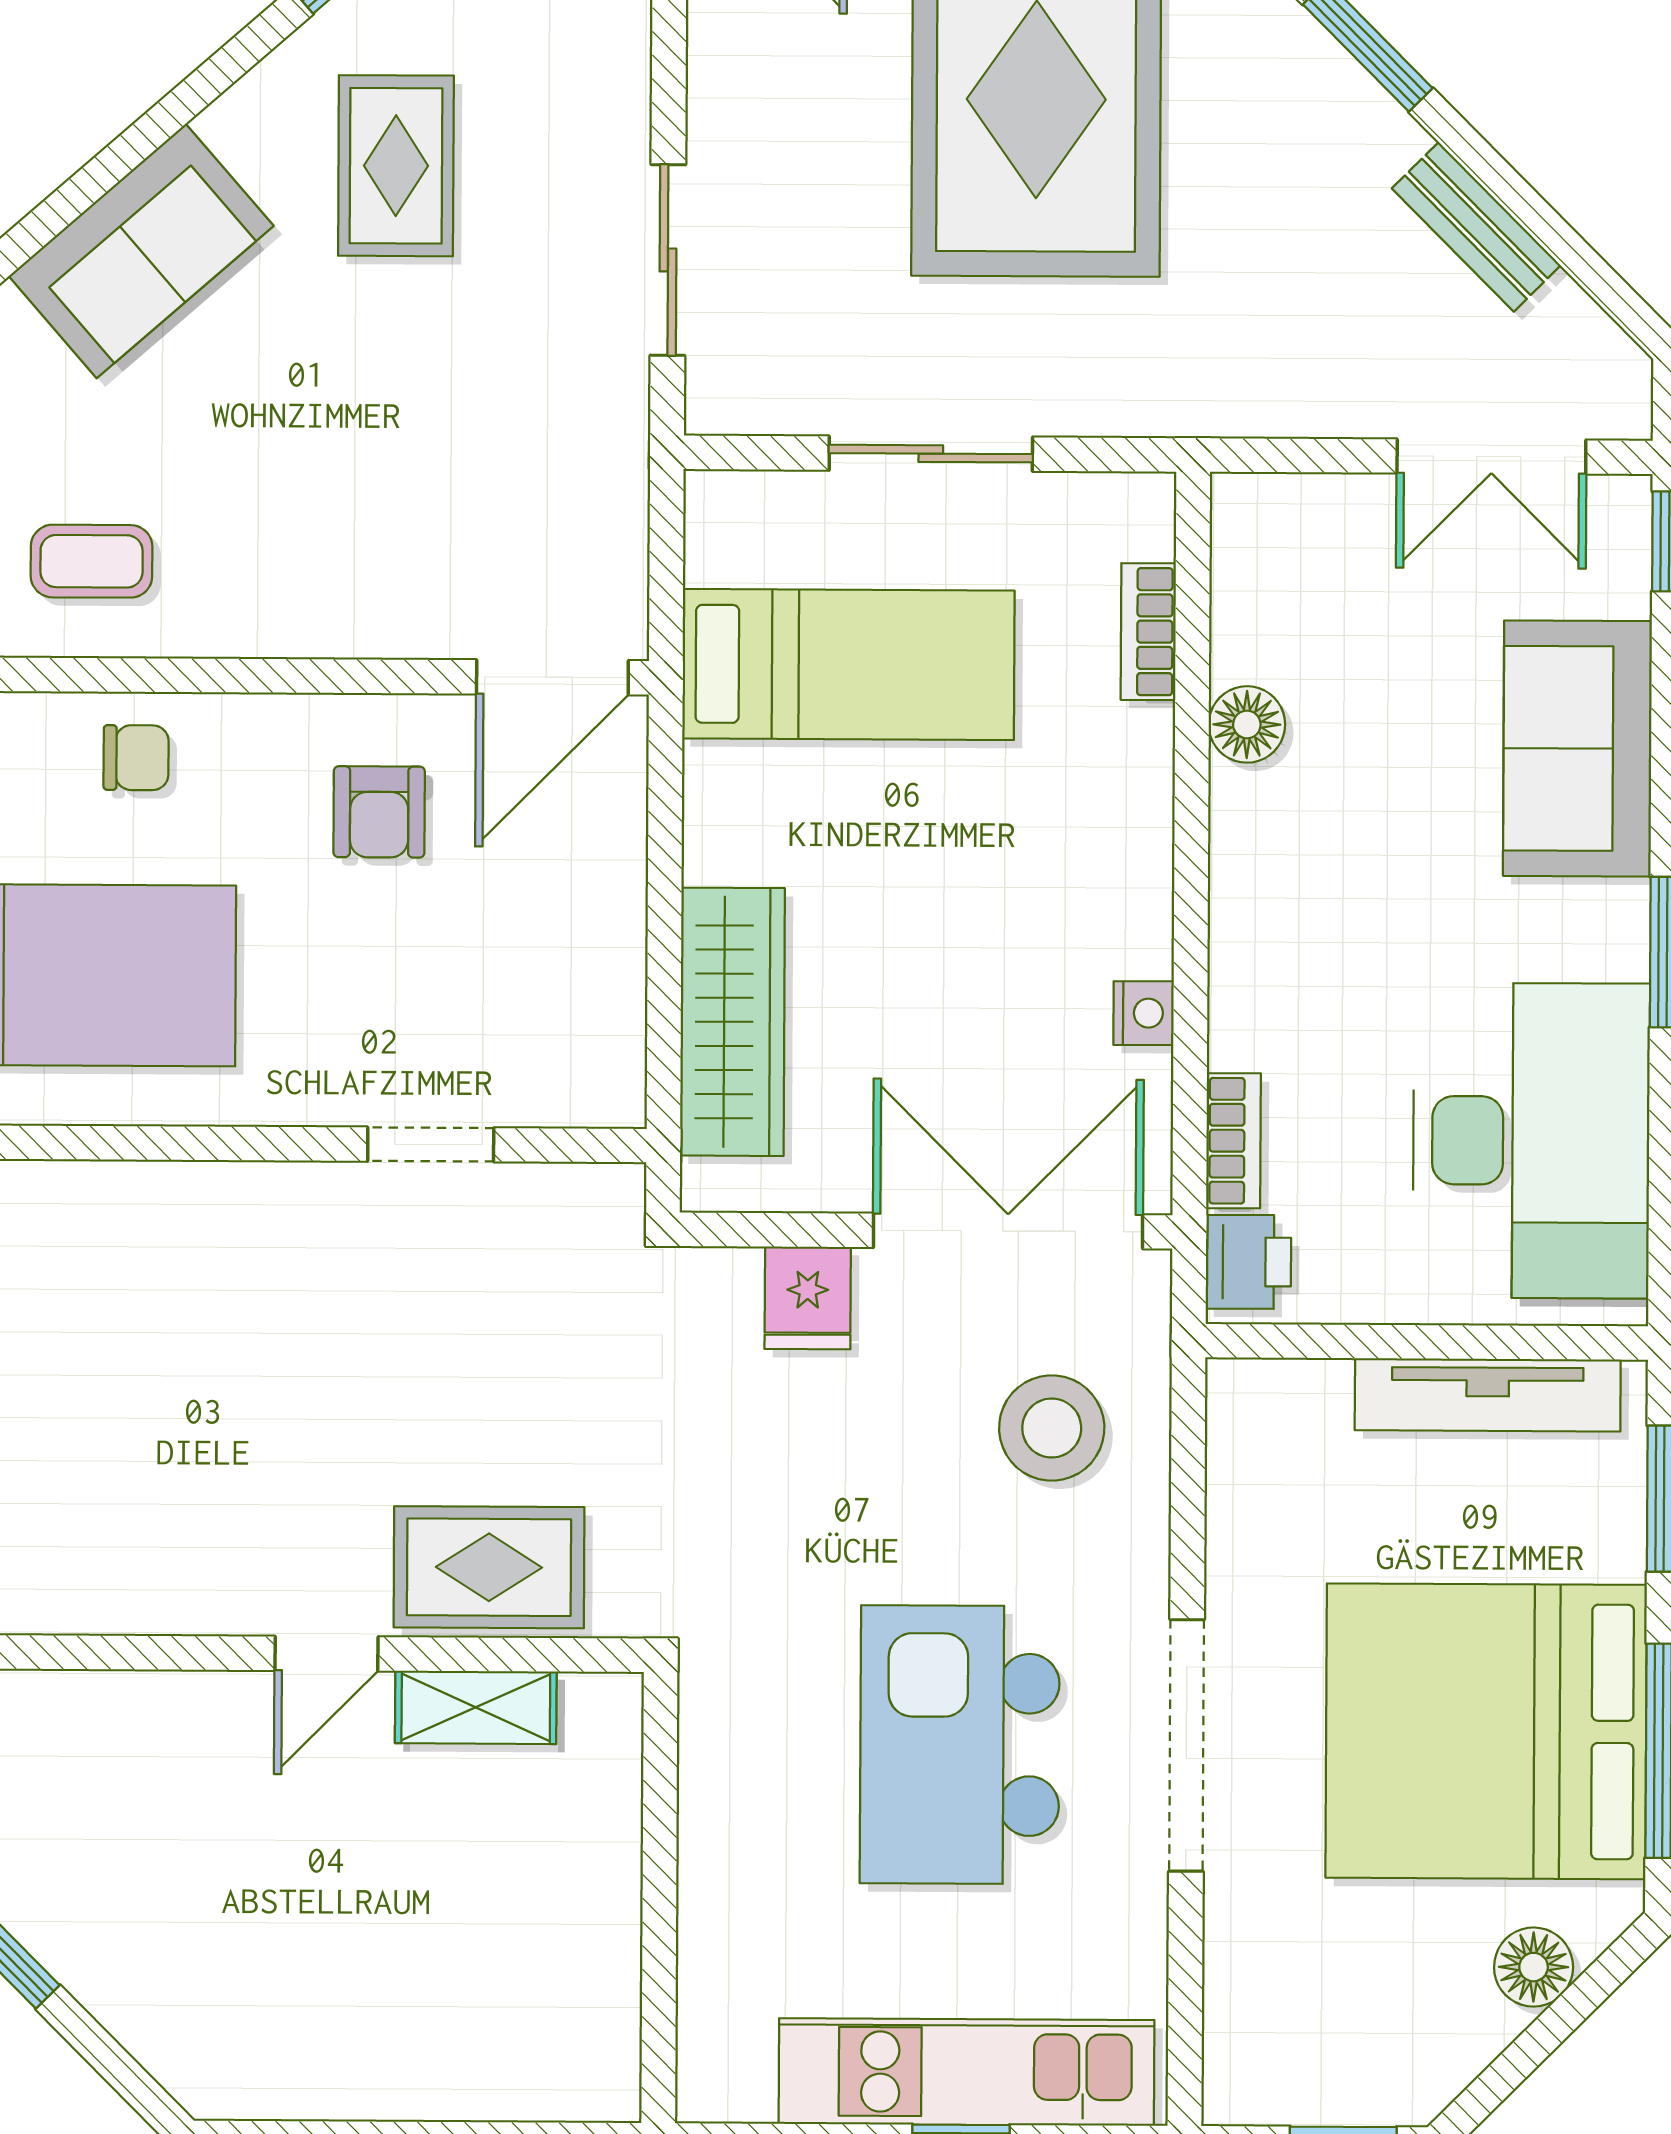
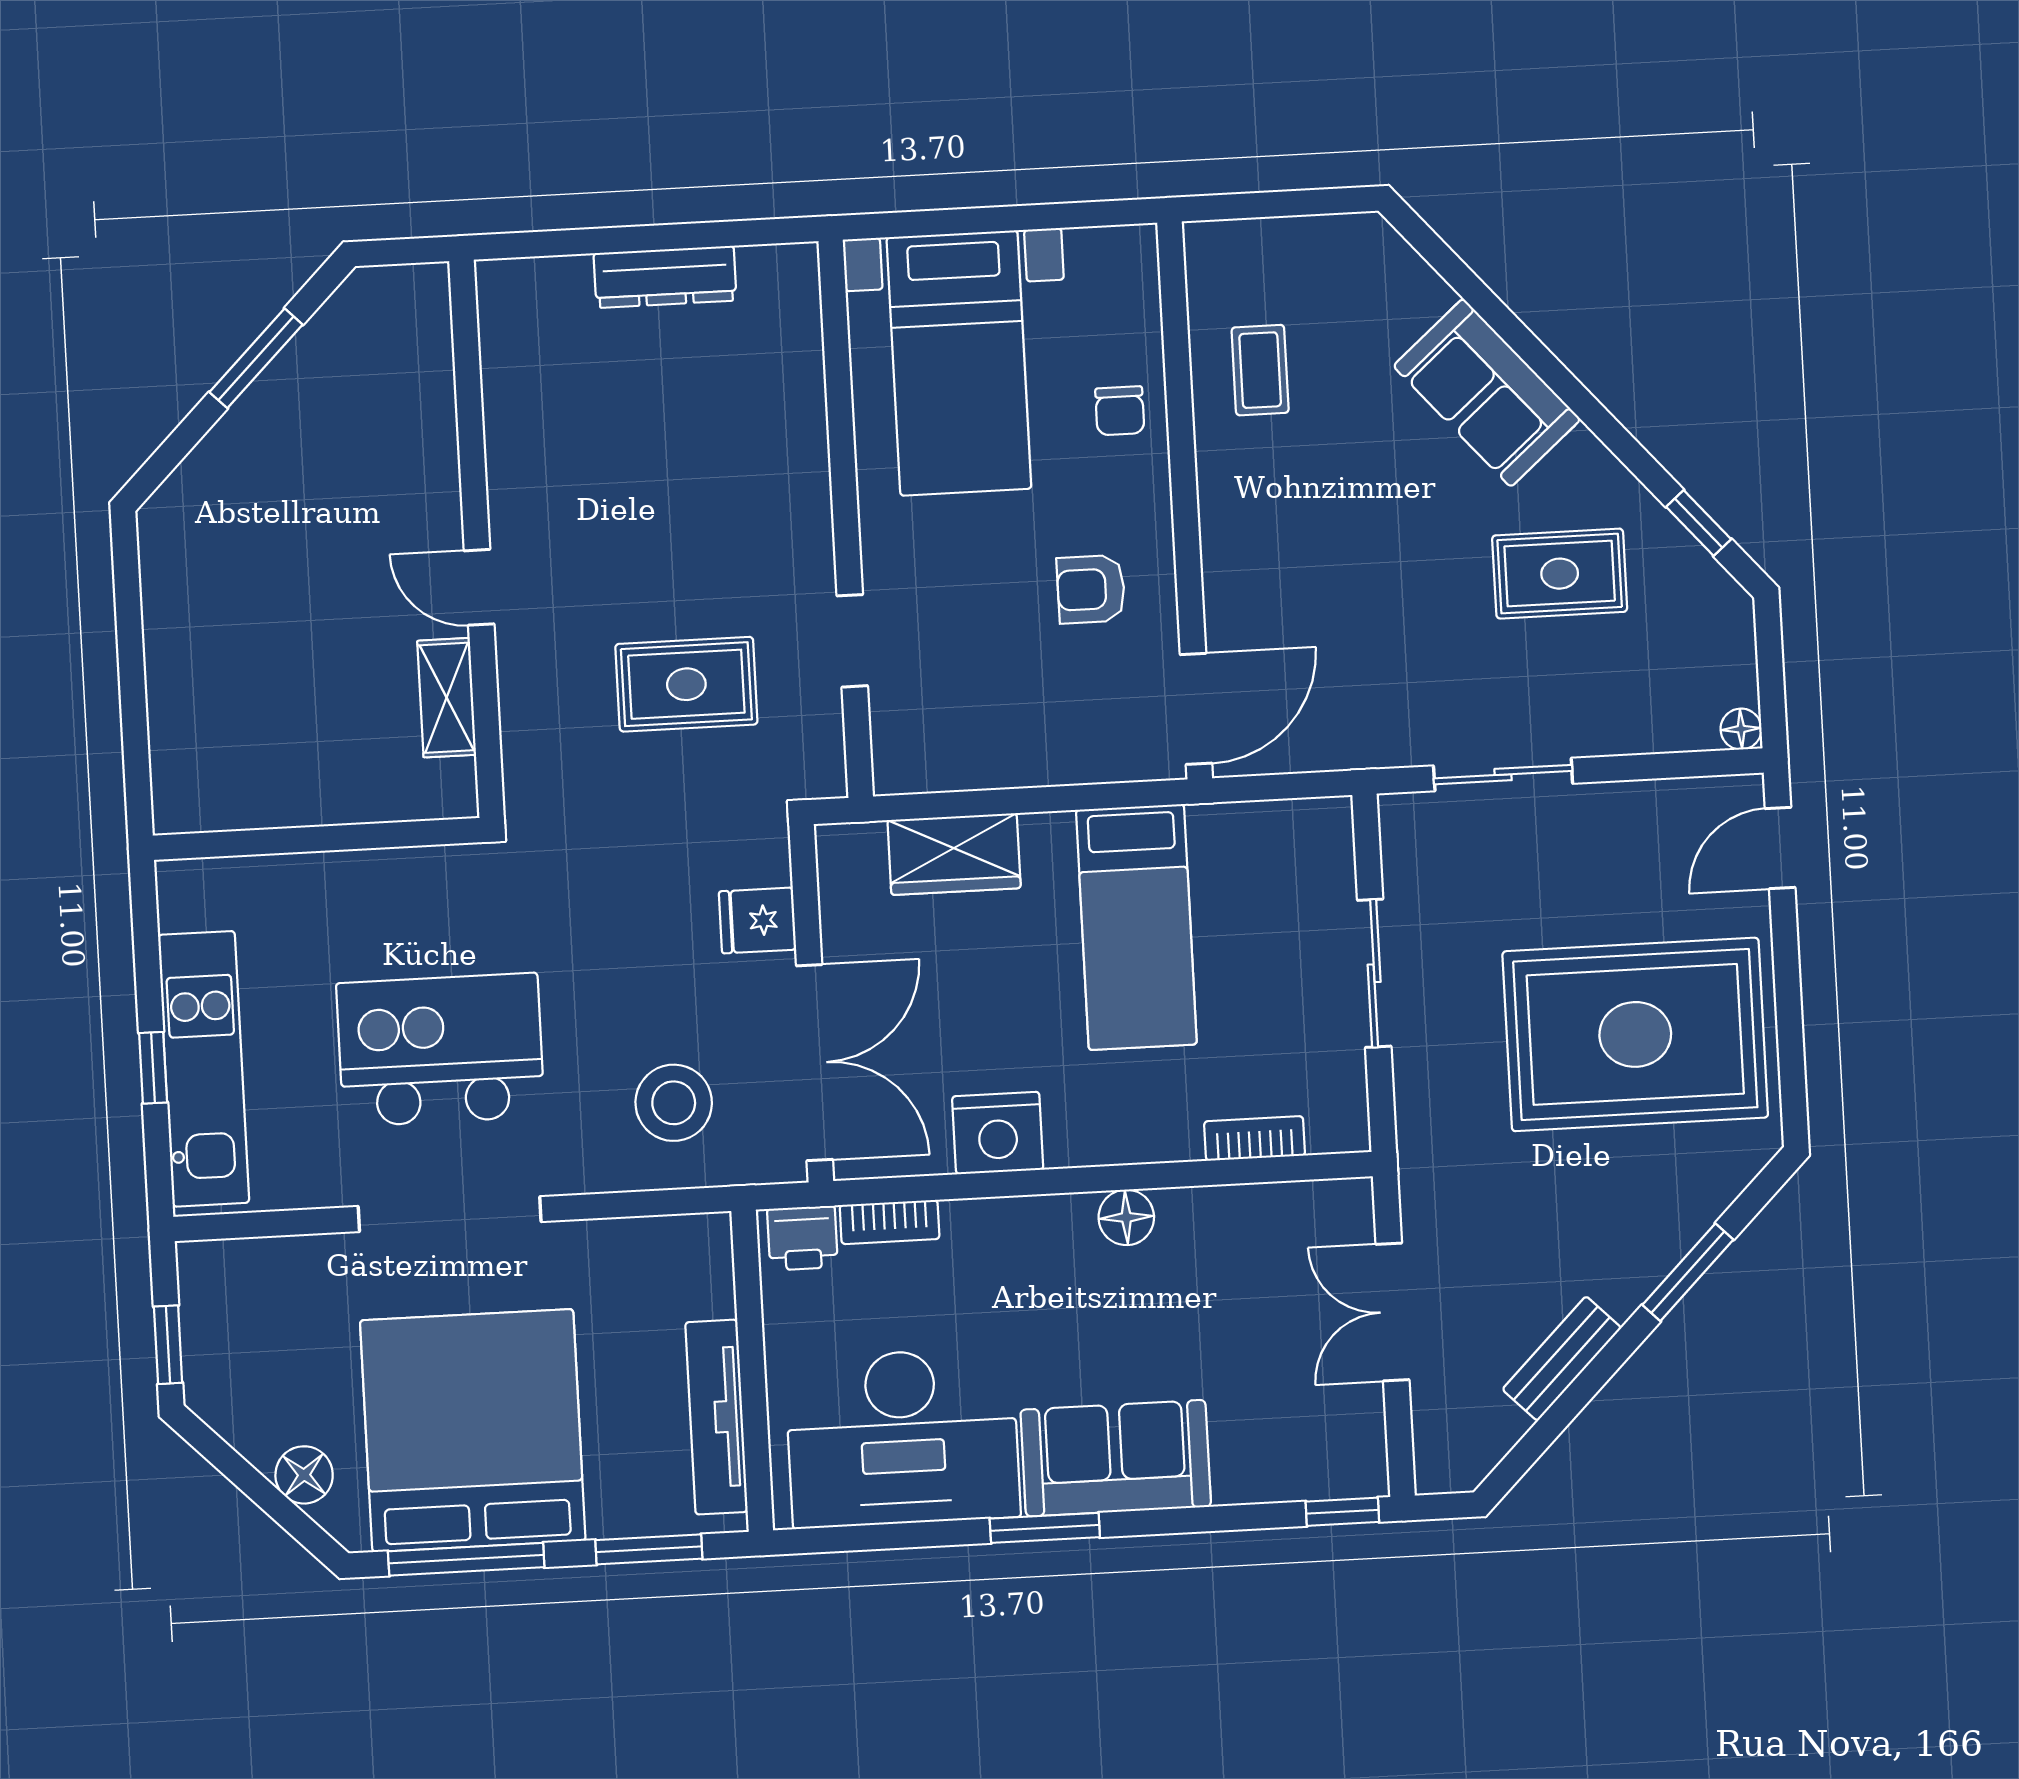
double door: (1491, 457) -> (1392, 1312), moved
bed: (848, 665) -> (1136, 927), moved
door: (552, 677) -> (1196, 709), swing flipped
floor lamp: (1247, 724) -> (1126, 1217), moved
sofa: (1577, 748) -> (1116, 1458), moved
nightstand: (1144, 1013) -> (998, 1133), width x1.89, depth x1.79
wardrobe: (732, 1022) -> (954, 854), width x0.67
rug: (489, 1567) -> (686, 684), moved, turned 90

